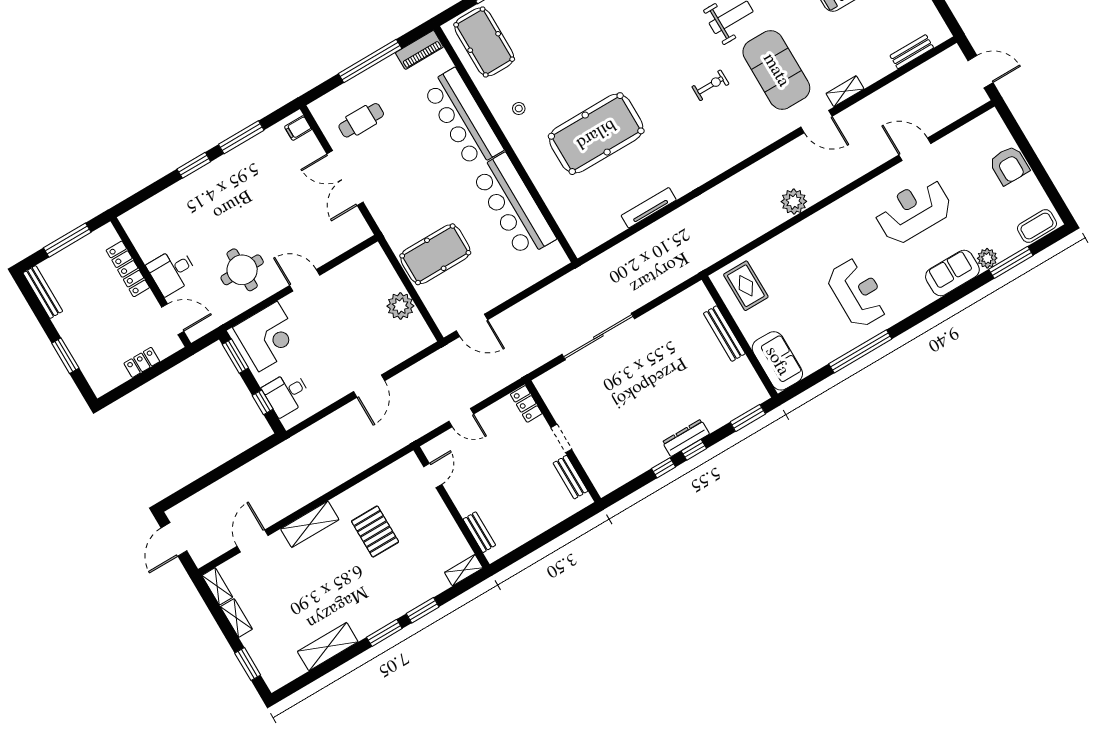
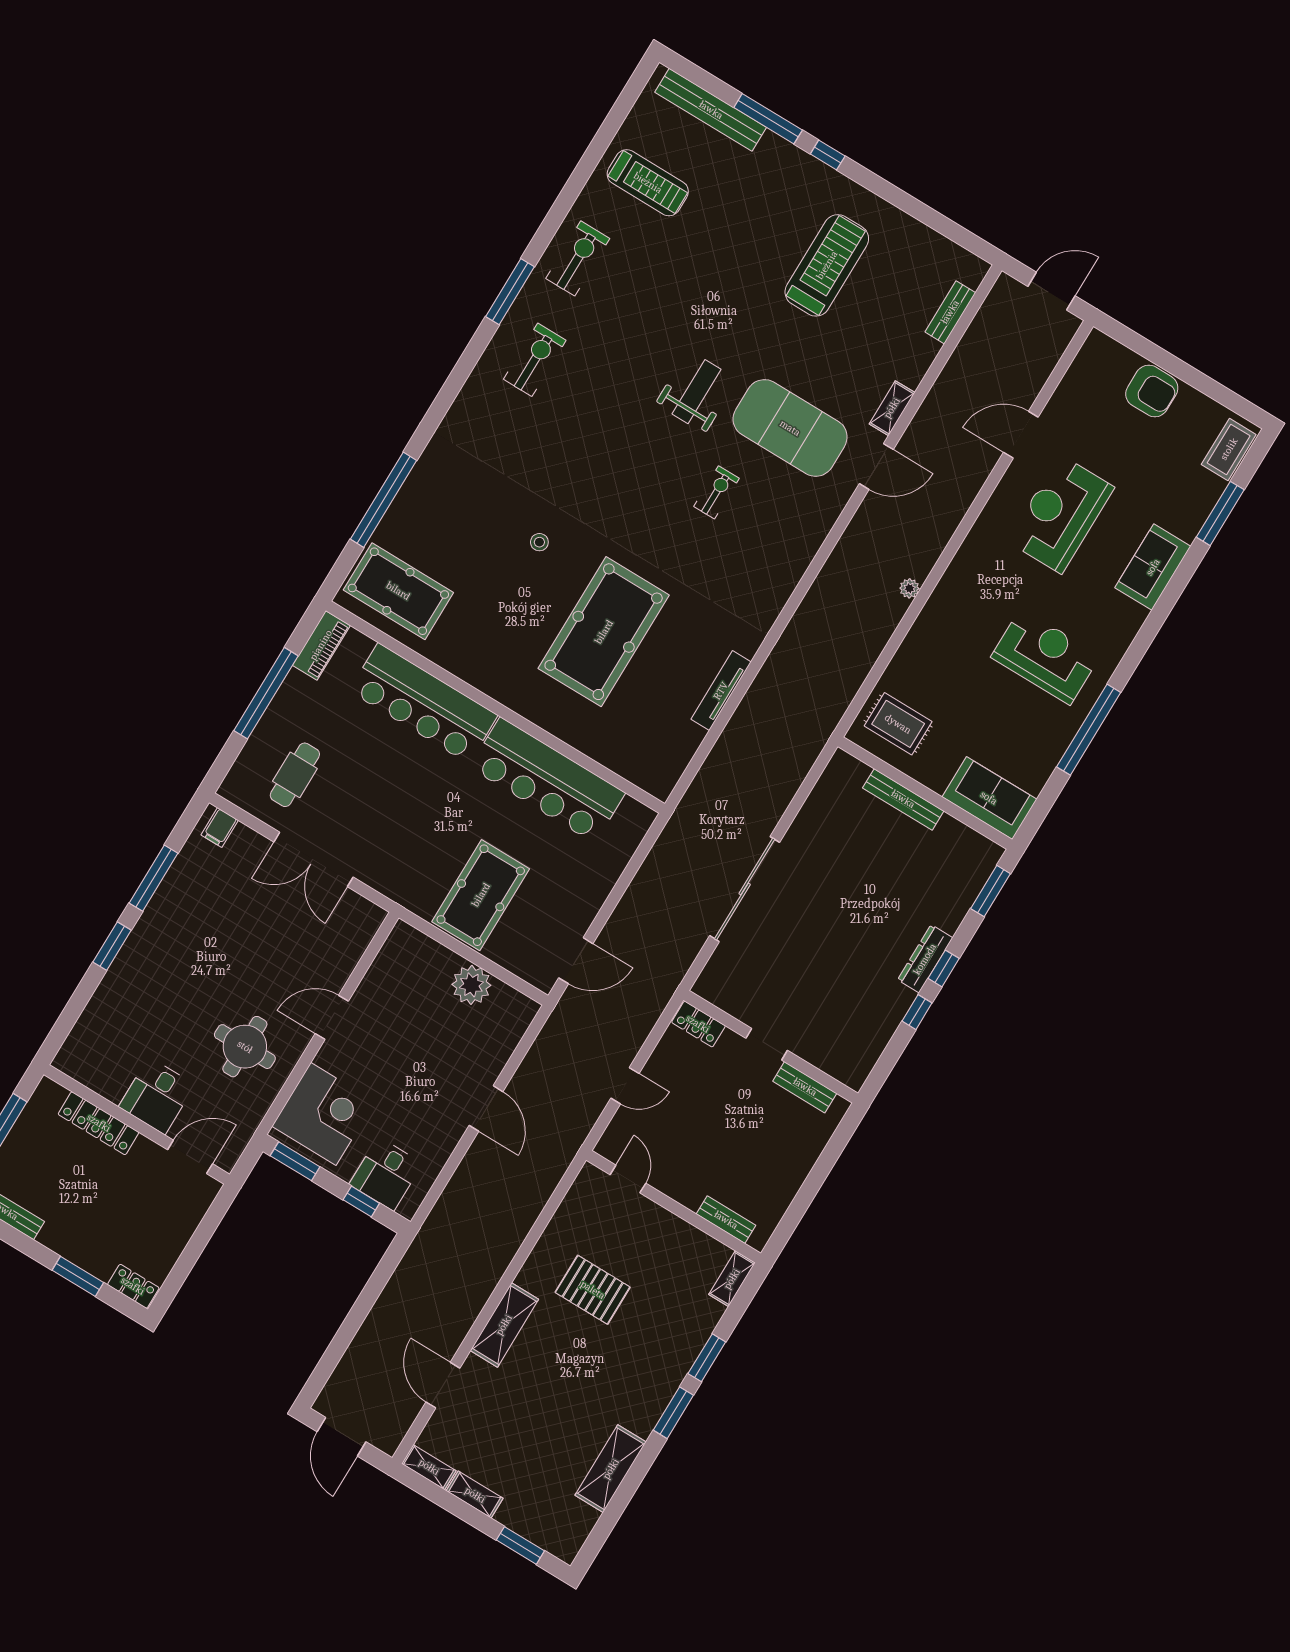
stool: (519, 109) -> (539, 542), moved
plant: (794, 202) -> (909, 588), width x0.53, depth x0.53
plant: (987, 258) -> (1187, 524), removed
locker: (142, 362) -> (133, 1286), moved, turned 90

